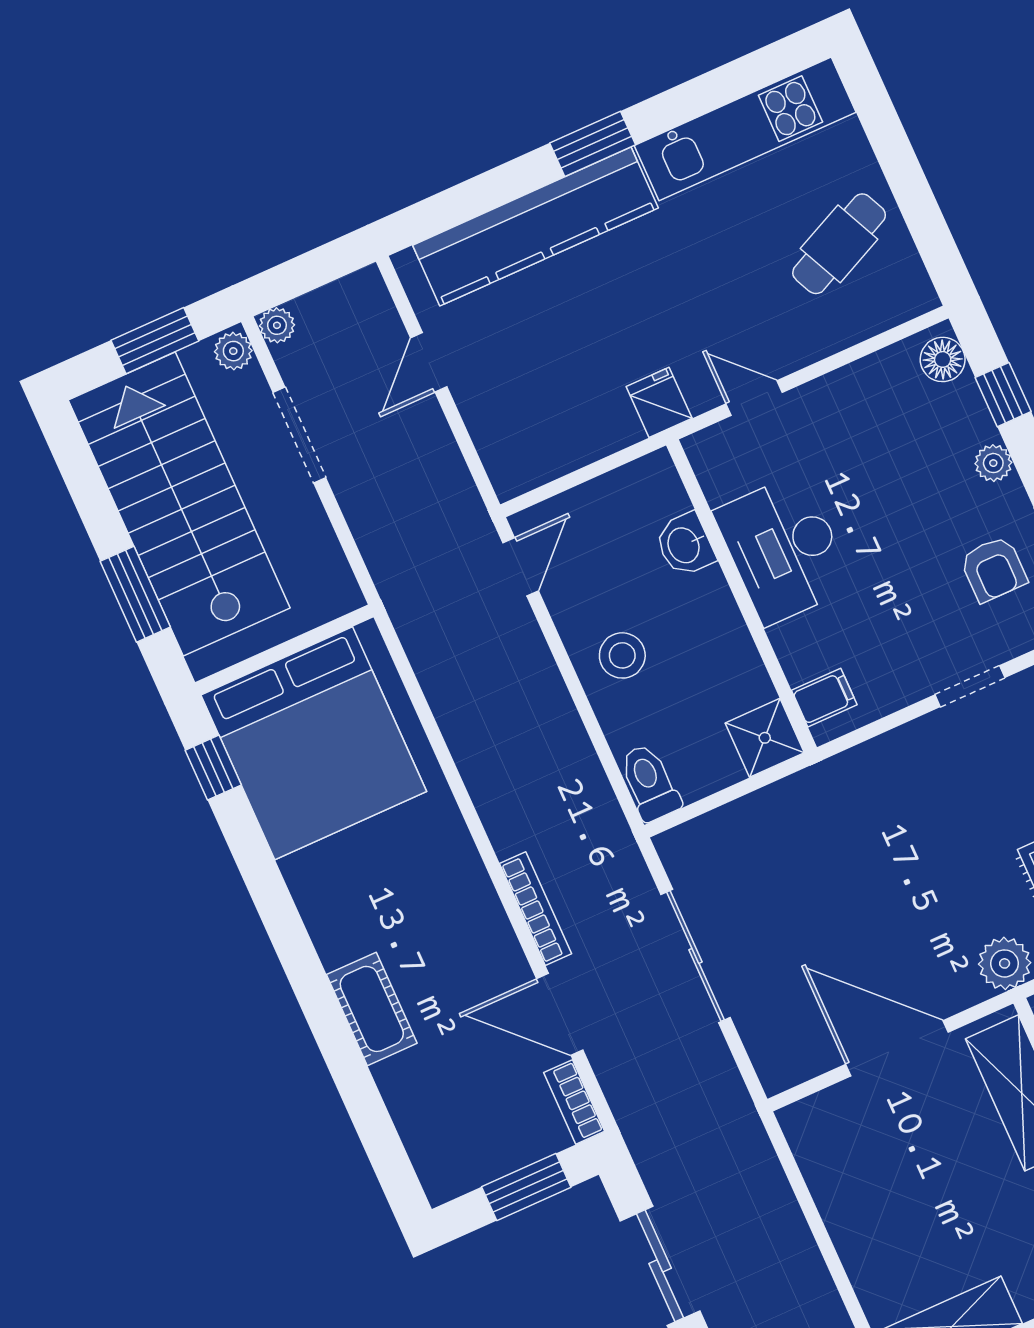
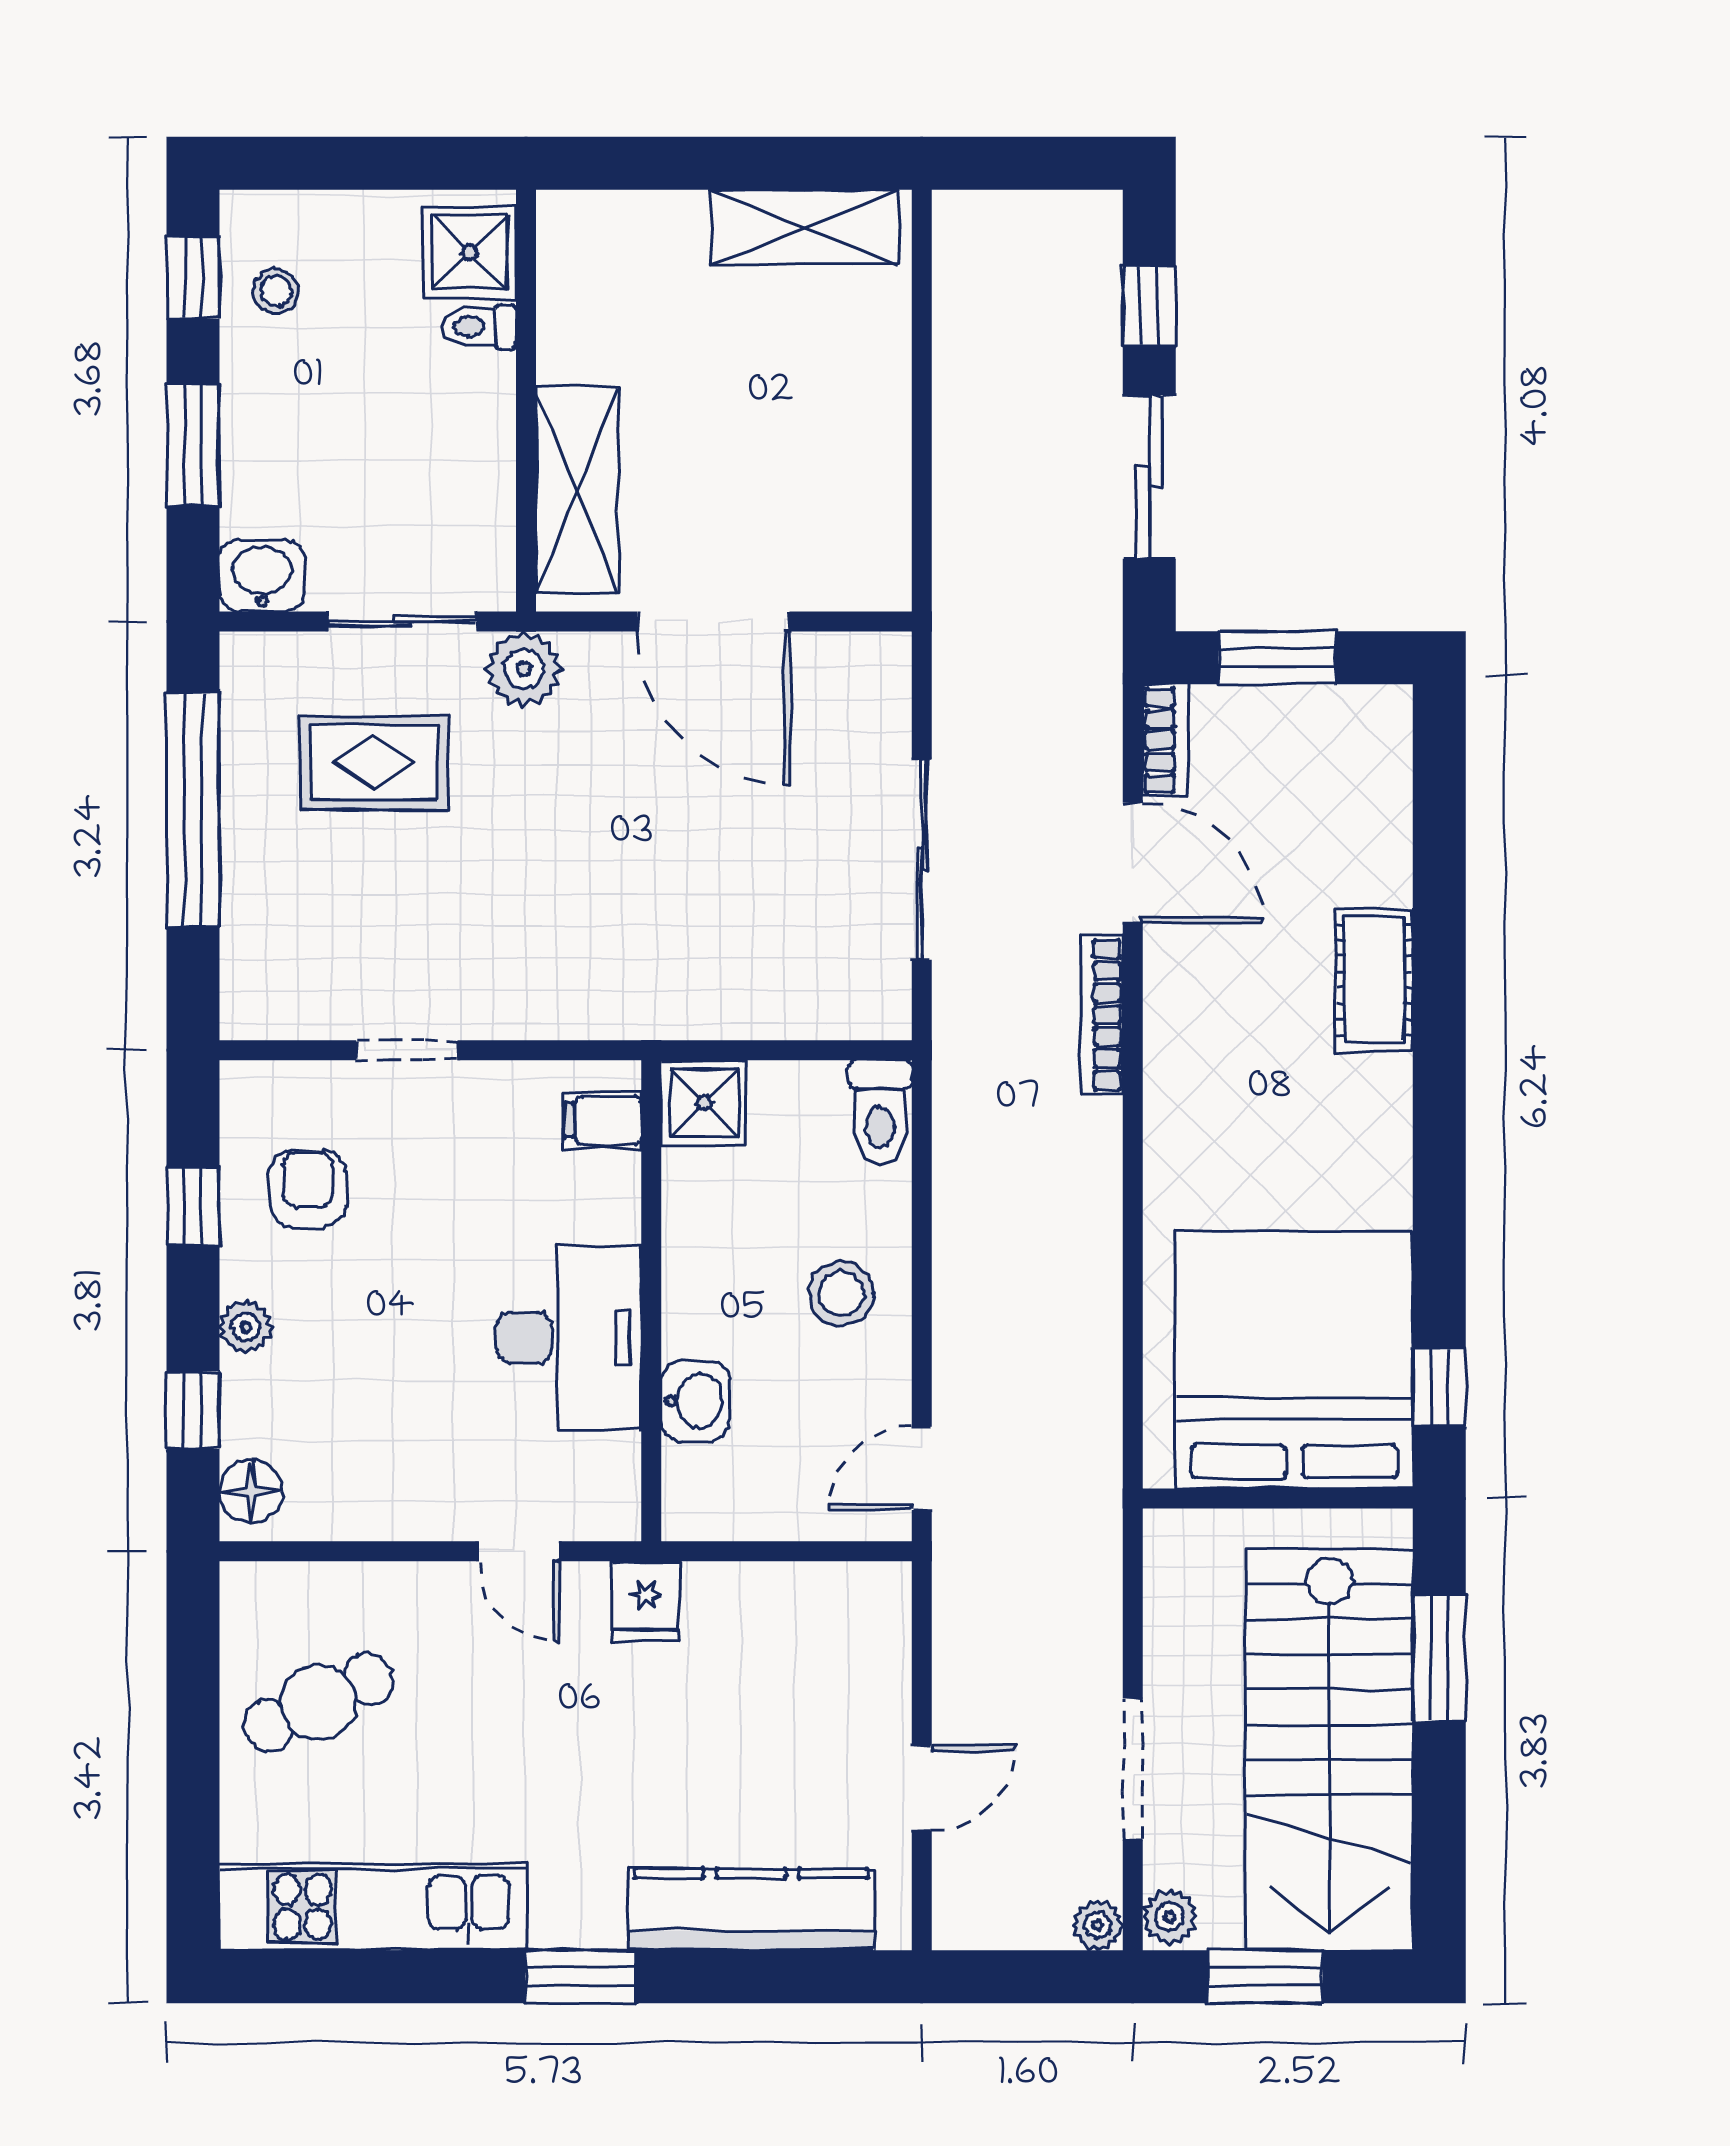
kitchen counter: (535, 227) -> (751, 1909), width x0.72, depth x0.86

